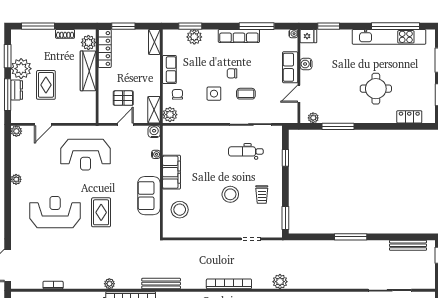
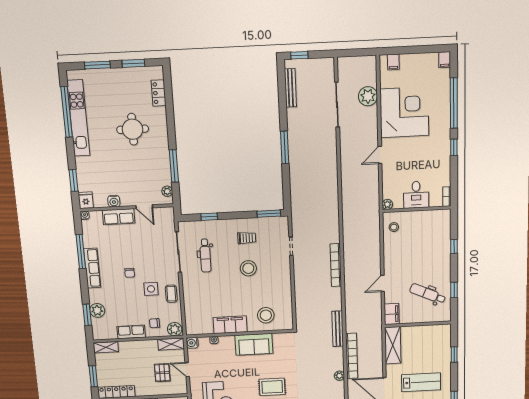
coffee table: (246, 94) -> (171, 294), moved
plant: (280, 282) -> (332, 216), removed

